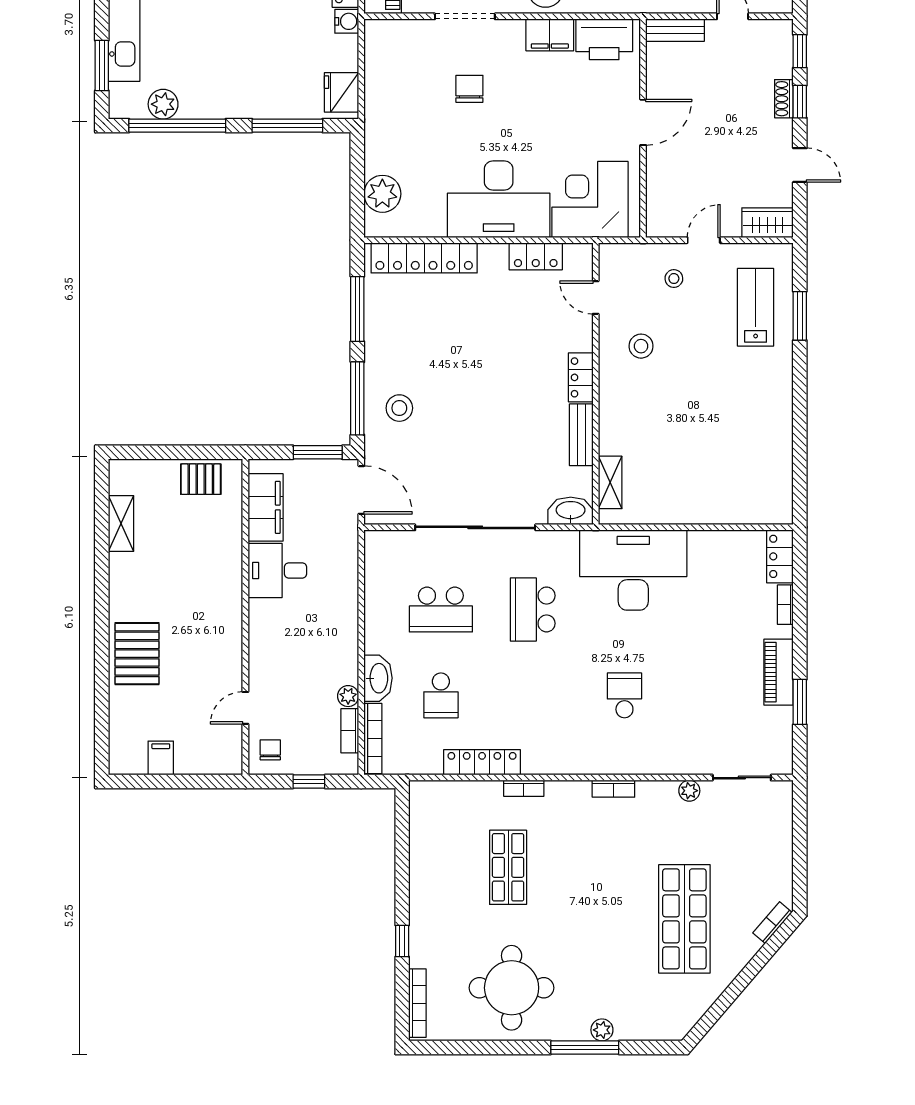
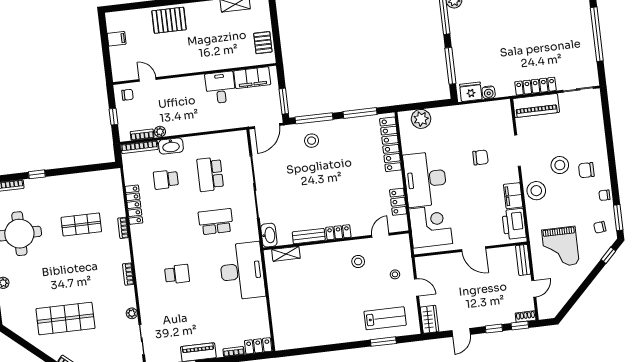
water cooler: (347, 21) -> (489, 92), moved
shoe rack: (784, 99) -> (526, 317), moved

